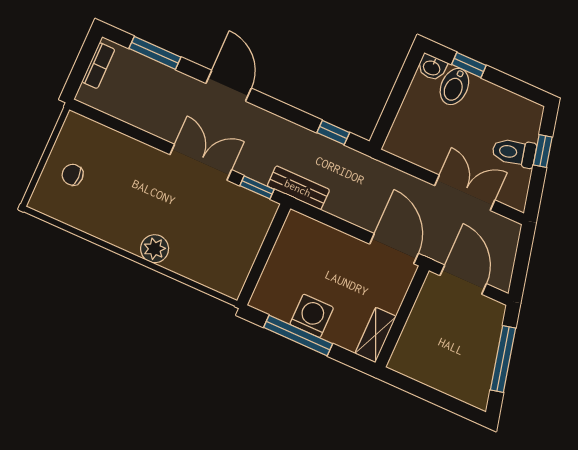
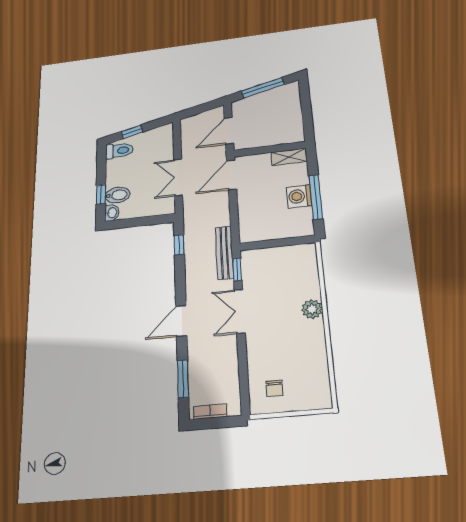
toilet: (514, 153) -> (119, 151), moved, turned -77
chair: (73, 175) -> (274, 389), moved
bench: (298, 188) -> (224, 253), width x1.36
double door: (465, 193) -> (178, 177), moved

